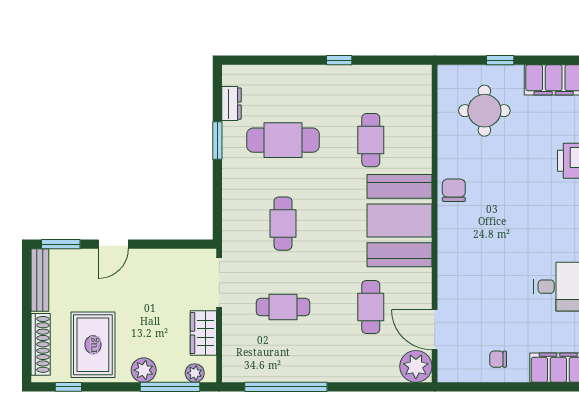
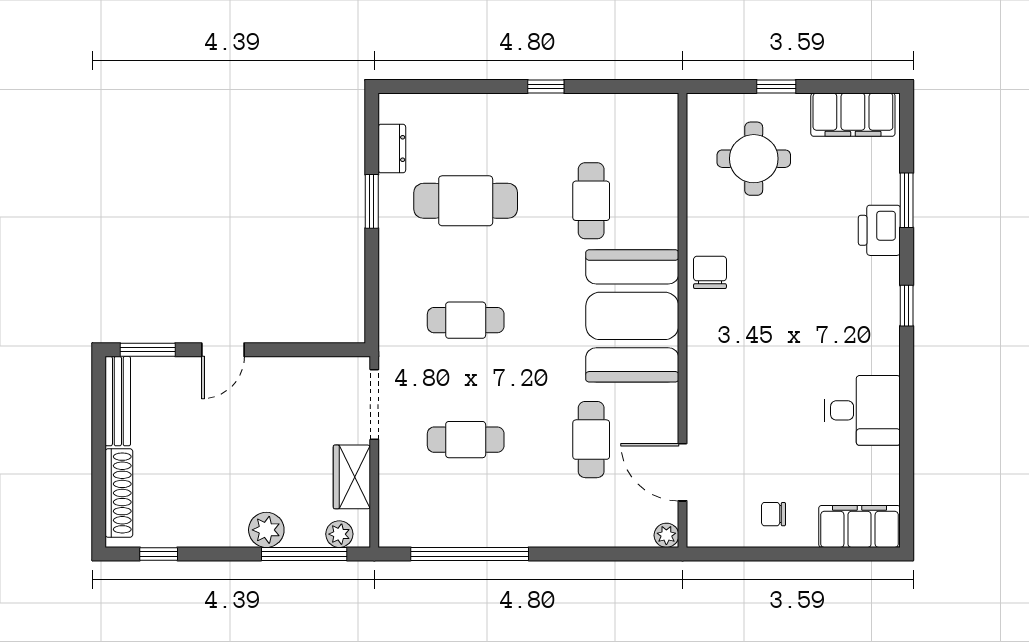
cafe table: (283, 224) -> (466, 320), turned 90
rug: (93, 345) -> (194, 494), removed
plant: (416, 366) -> (666, 535), width x0.53, depth x0.53

